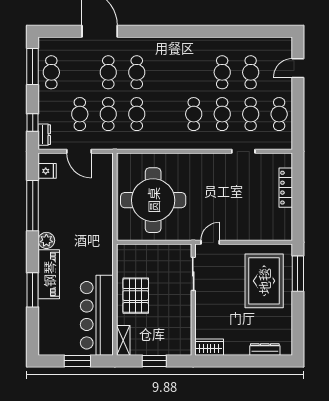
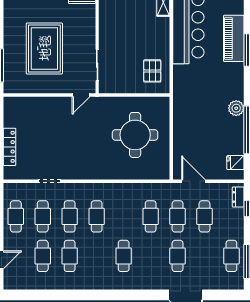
cafe table: (137, 72) -> (124, 256), moved
door: (79, 151) -> (193, 181), moved
round table: (153, 200) -> (135, 135), width x0.73, depth x0.73
plant: (46, 240) -> (236, 108), moved
piano: (49, 274) -> (234, 38), moved
rug: (264, 281) -> (44, 48), moved
pallet: (136, 296) -> (152, 71), moved, width x0.67, depth x0.71

